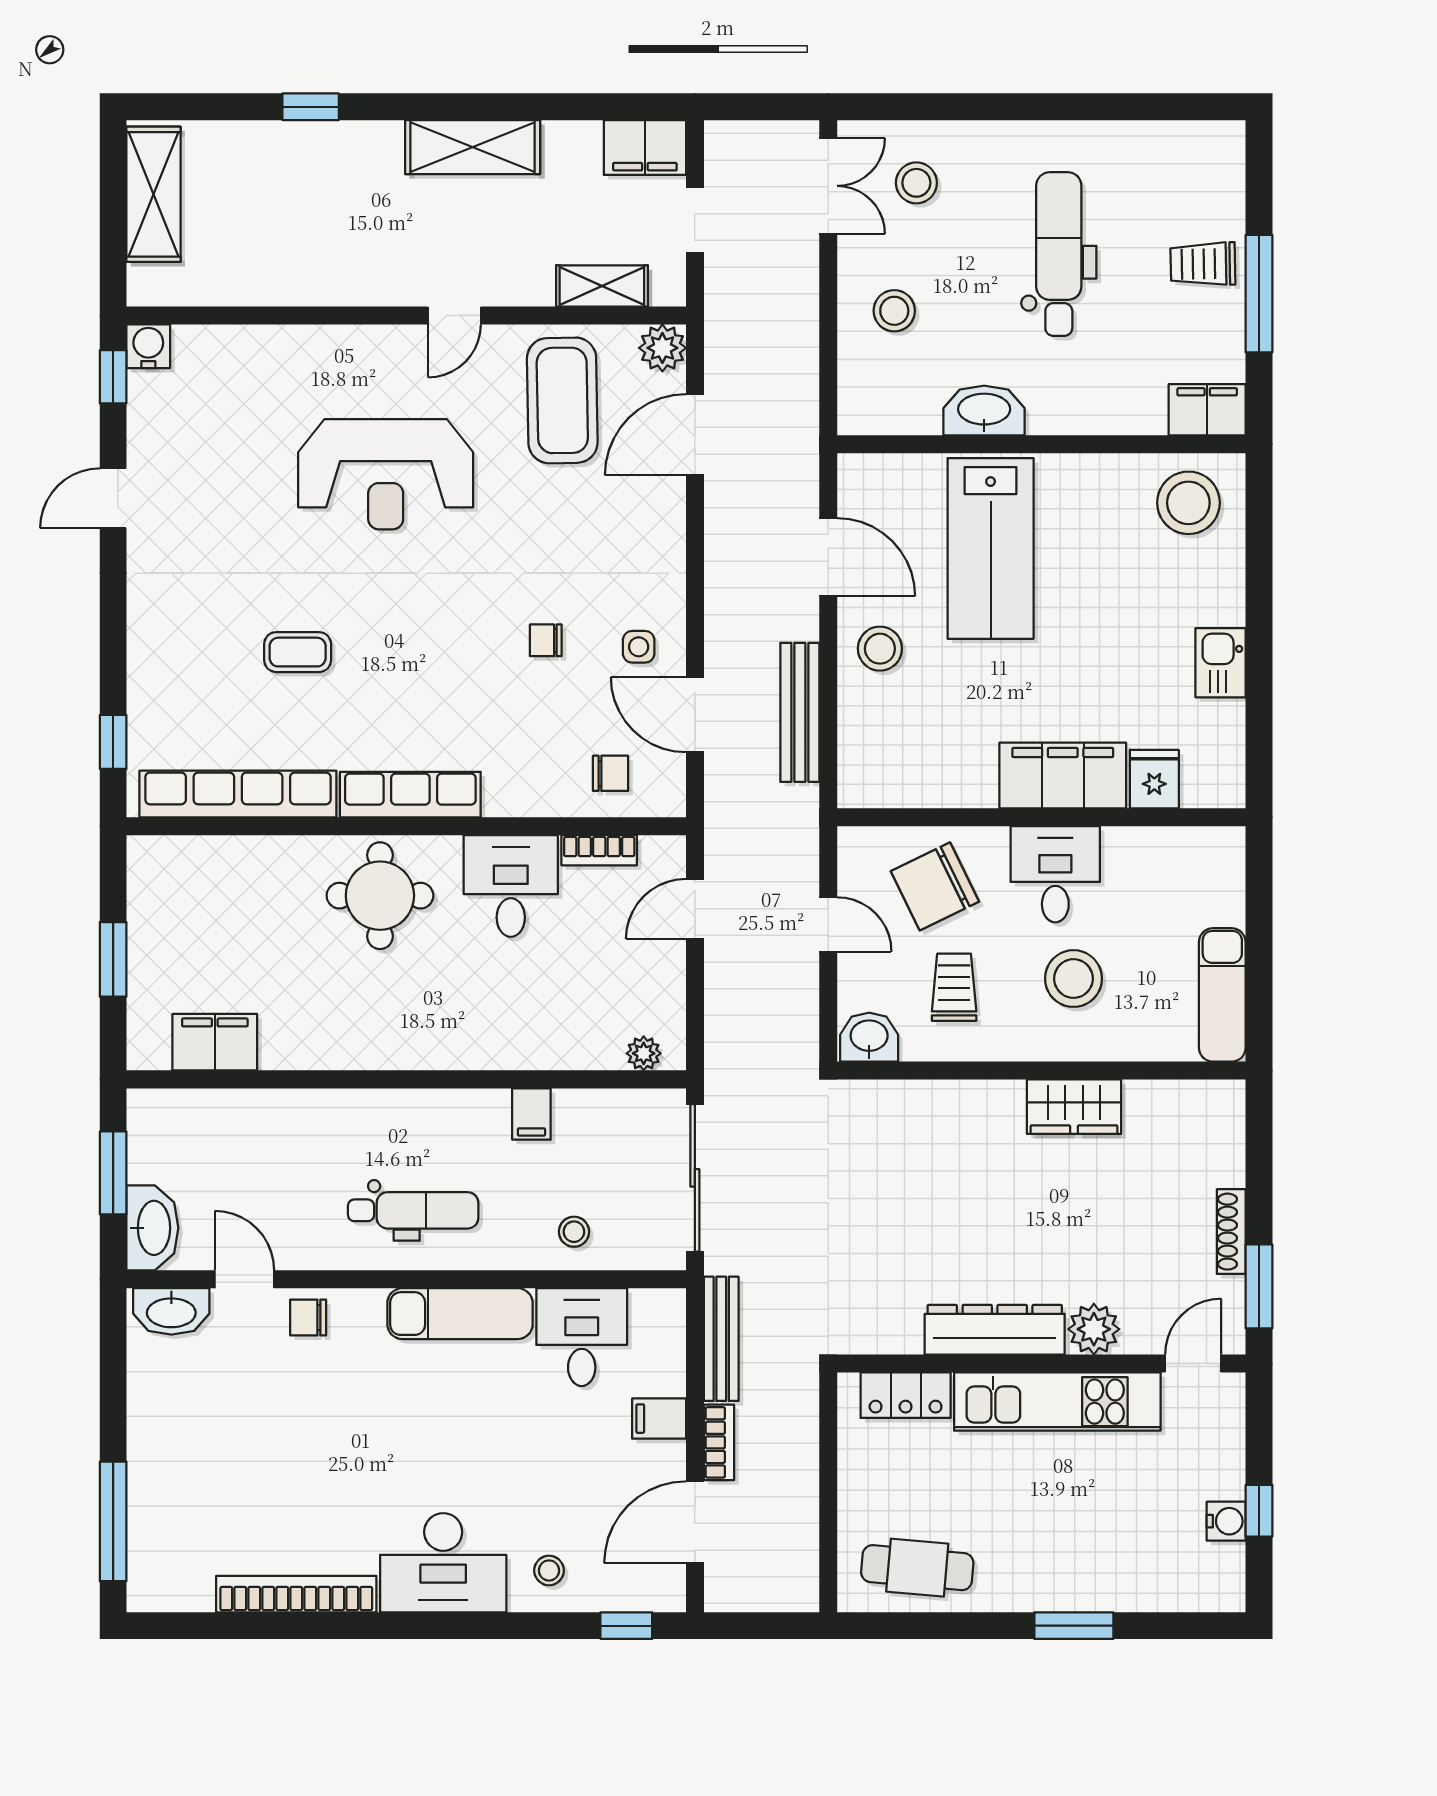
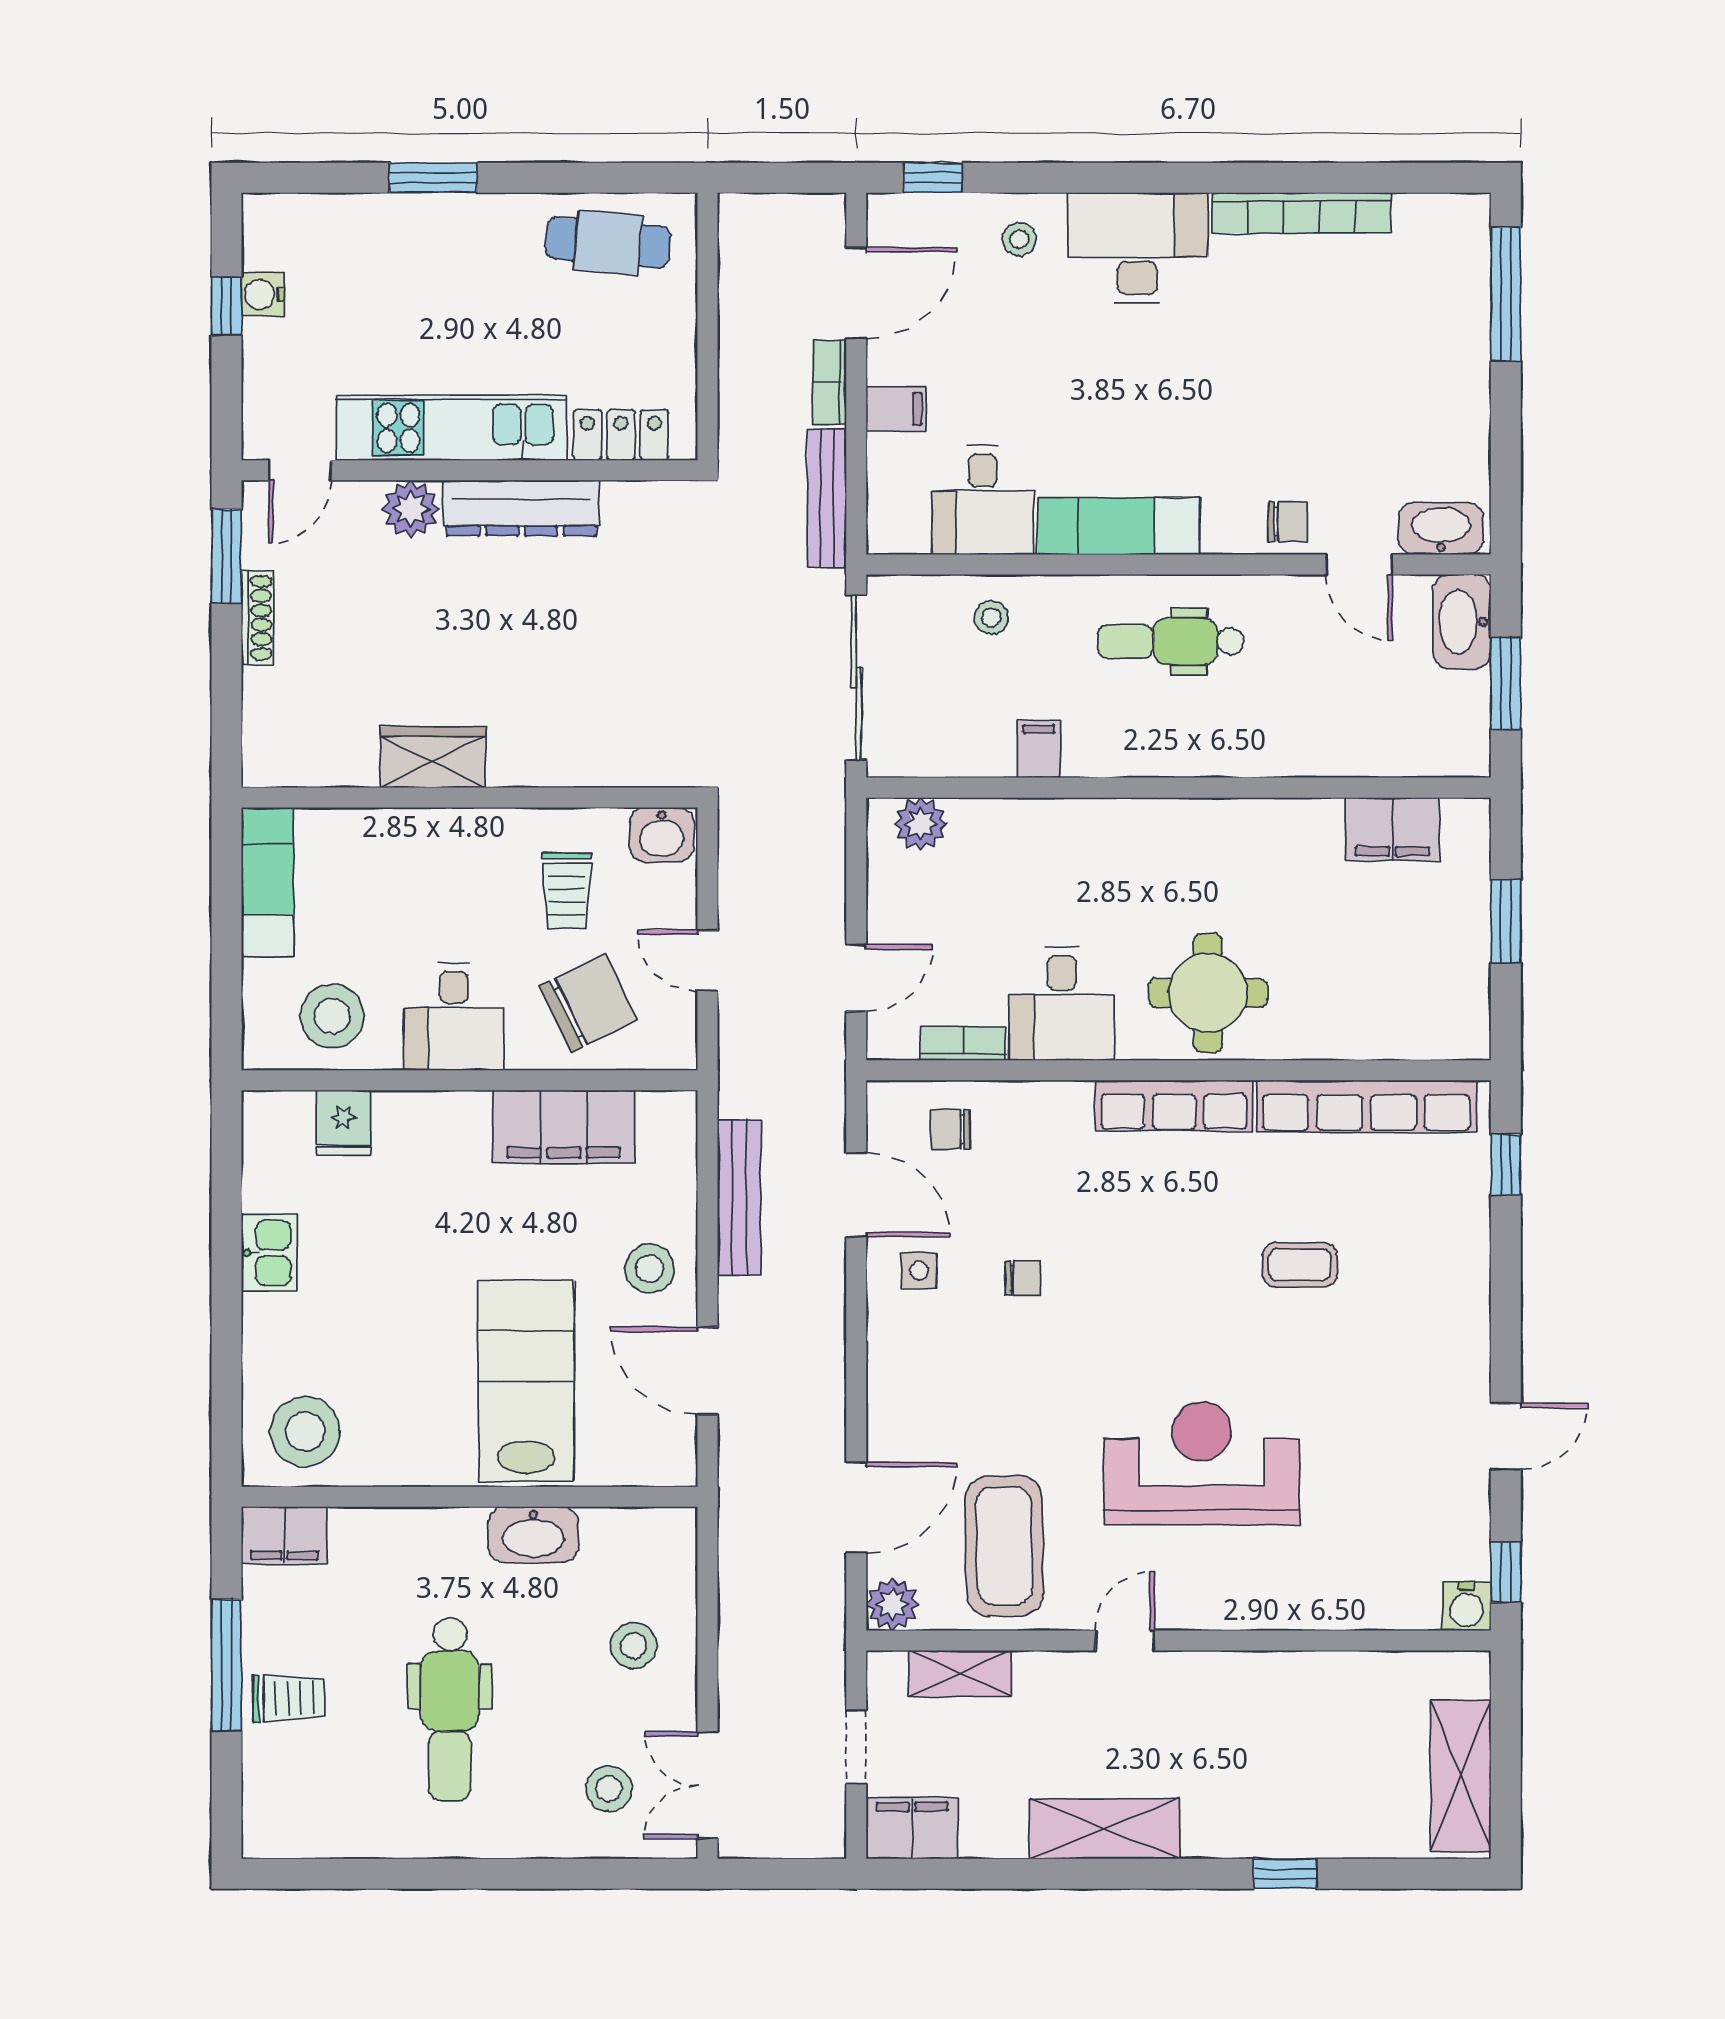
filing cabinet: (1063, 776) -> (564, 1127), moved
stool: (1073, 979) -> (332, 1016), moved
plant: (644, 1053) -> (921, 824), width x1.38, depth x1.38

